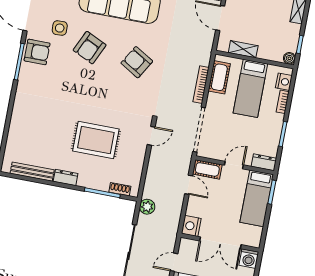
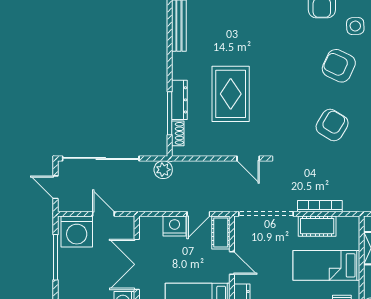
cot: (219, 77) -> (317, 226), moved
dresser: (66, 178) -> (179, 100), moved, width x1.44
nightstand: (191, 226) -> (175, 226), moved

